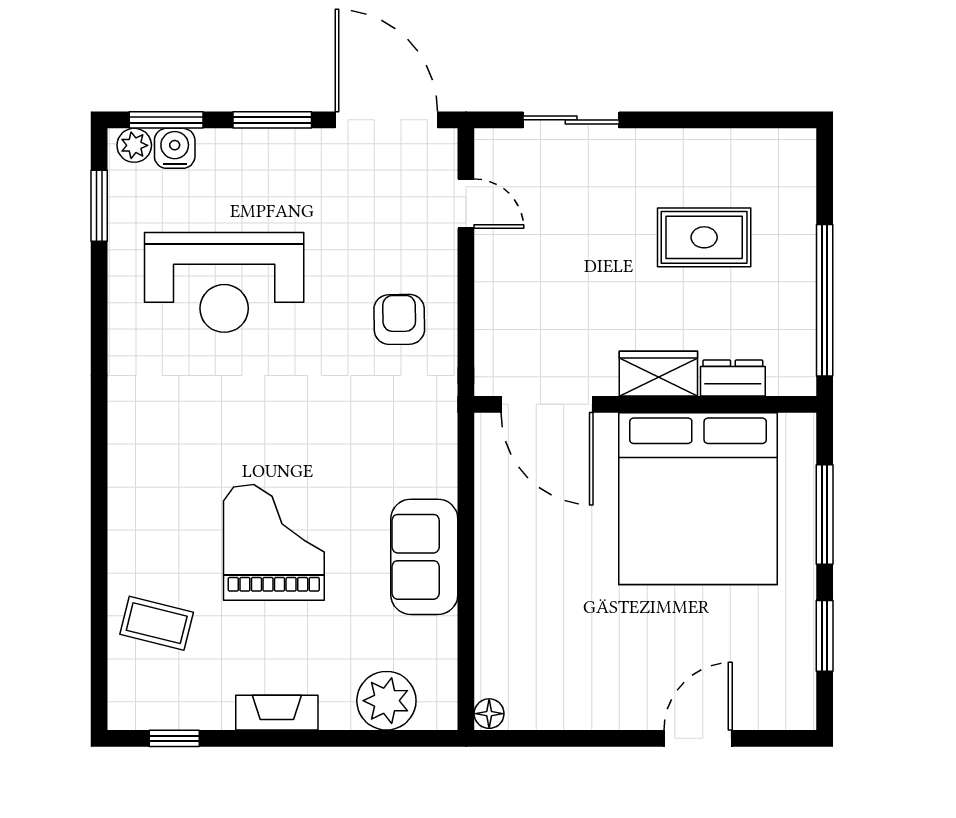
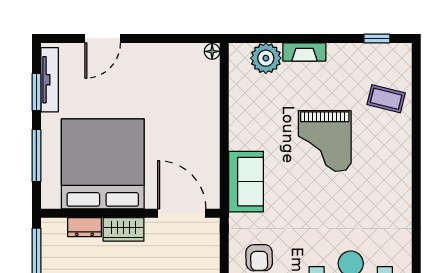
sofa: (424, 557) -> (246, 182), moved
tv unit: (800, 659) -> (50, 80), added
fireplace: (277, 713) -> (304, 52), moved

